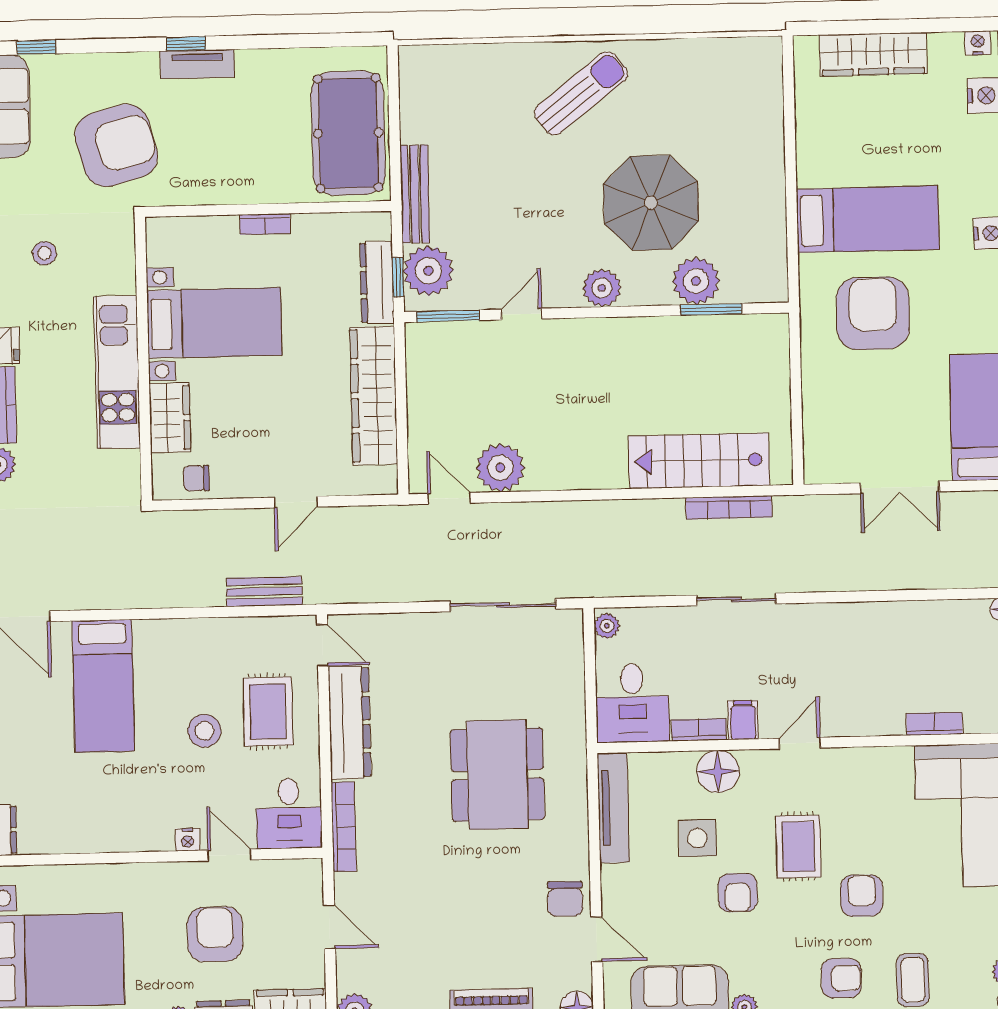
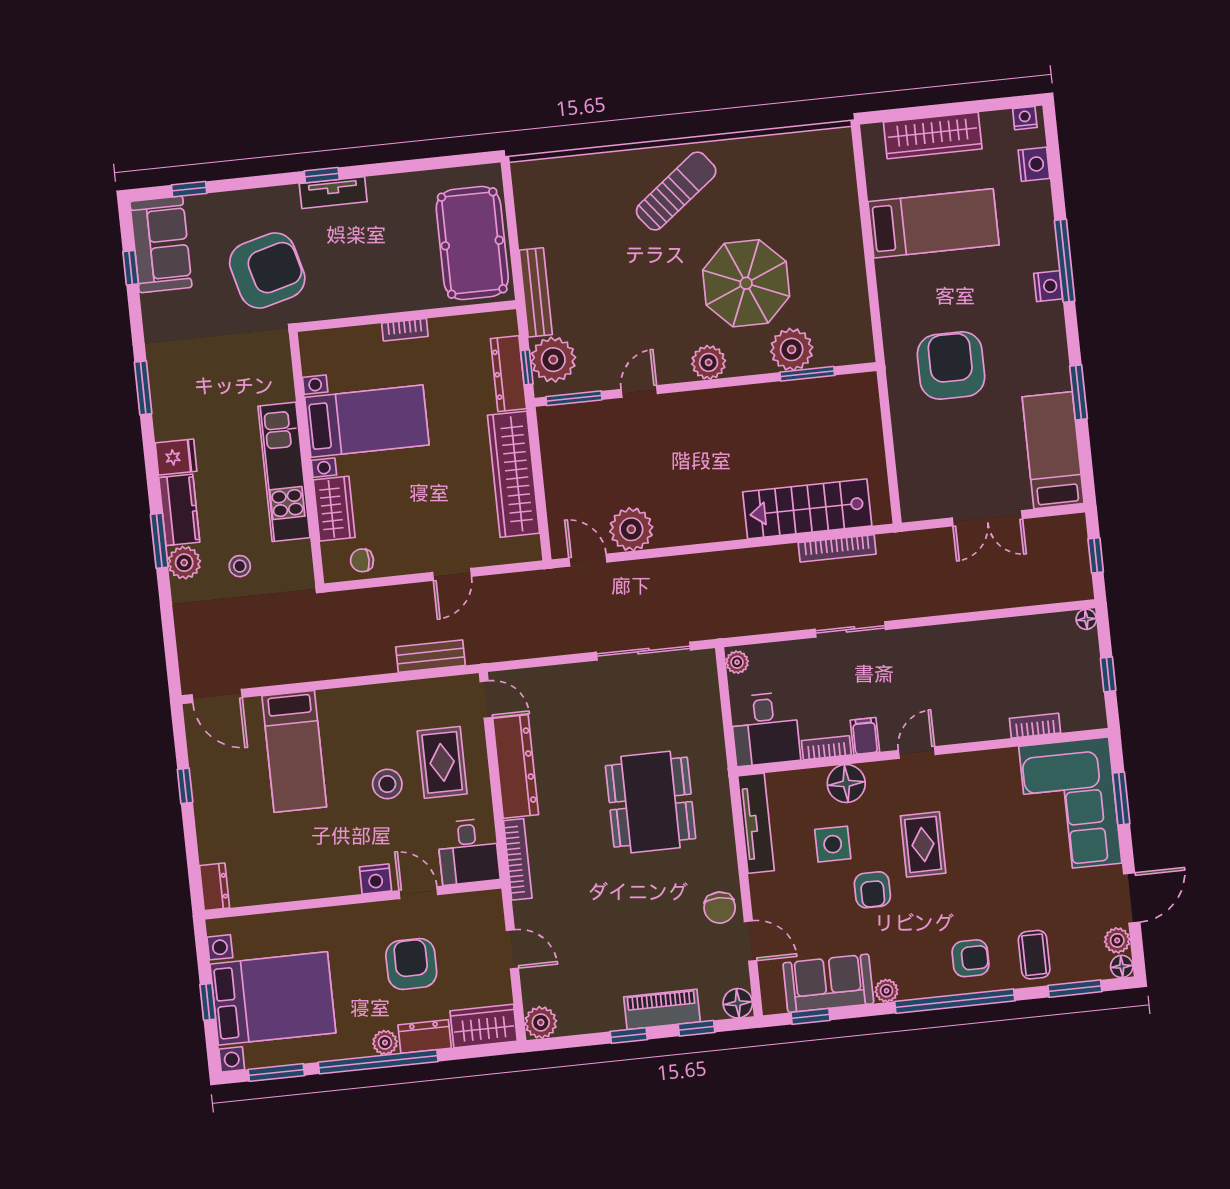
bed: (868, 219) -> (934, 223), moved
stool: (44, 253) -> (240, 566), moved
nightstand: (187, 840) -> (375, 879), width x1.39, depth x1.35
armchair: (862, 896) -> (983, 884), removed

